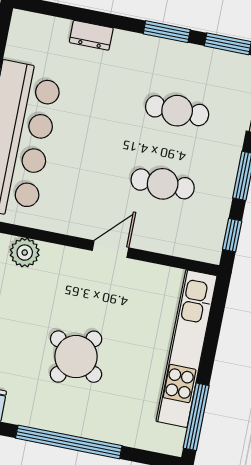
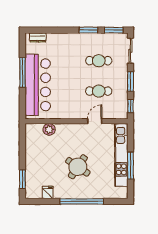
dresser: (91, 35) -> (38, 37), moved
door: (110, 249) -> (95, 121), moved
window: (196, 417) -> (130, 166), moved

